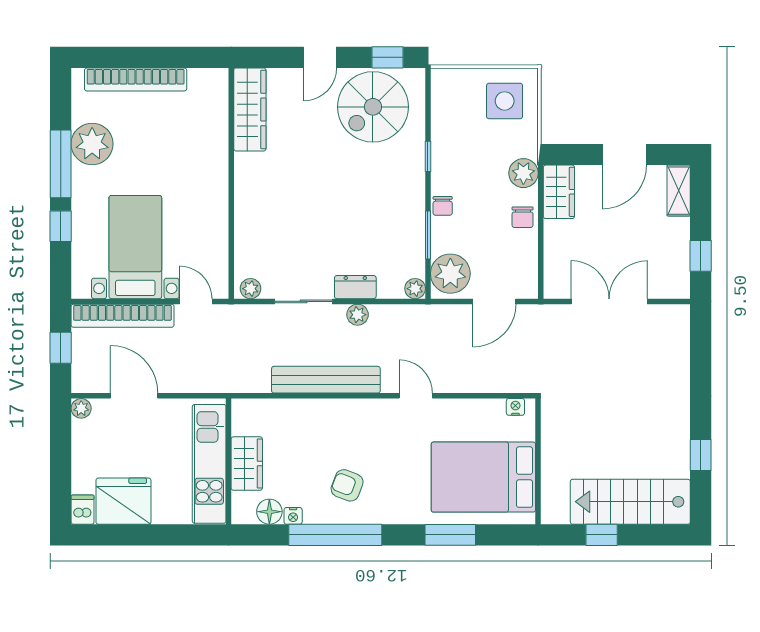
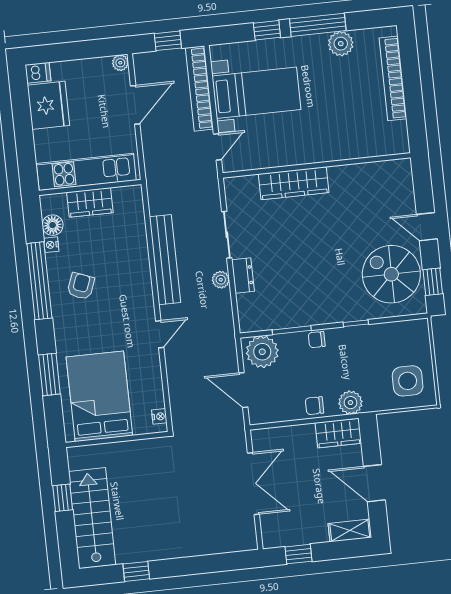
wardrobe: (250, 109) -> (294, 183), moved
plant: (92, 144) -> (341, 44), width x0.73, depth x0.73
plant: (250, 289) -> (233, 190), removed
plant: (415, 289) -> (247, 324), removed

